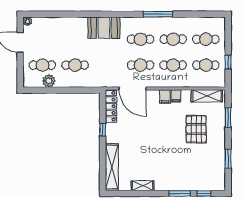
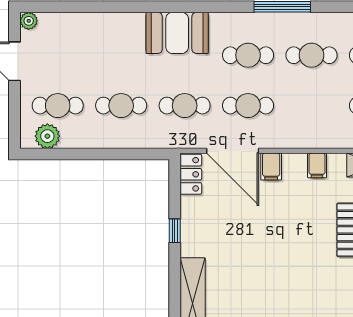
cafe table: (173, 65) -> (185, 106), moved
plant: (49, 81) -> (47, 136), moved
filing cabinet: (165, 97) -> (271, 167), moved
locker: (111, 106) -> (191, 174), width x0.66

